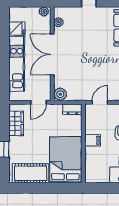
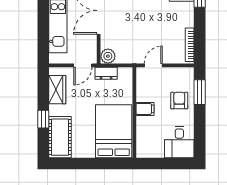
dresser: (72, 109) -> (106, 73), moved
cot: (31, 173) -> (60, 137), moved, turned 90

